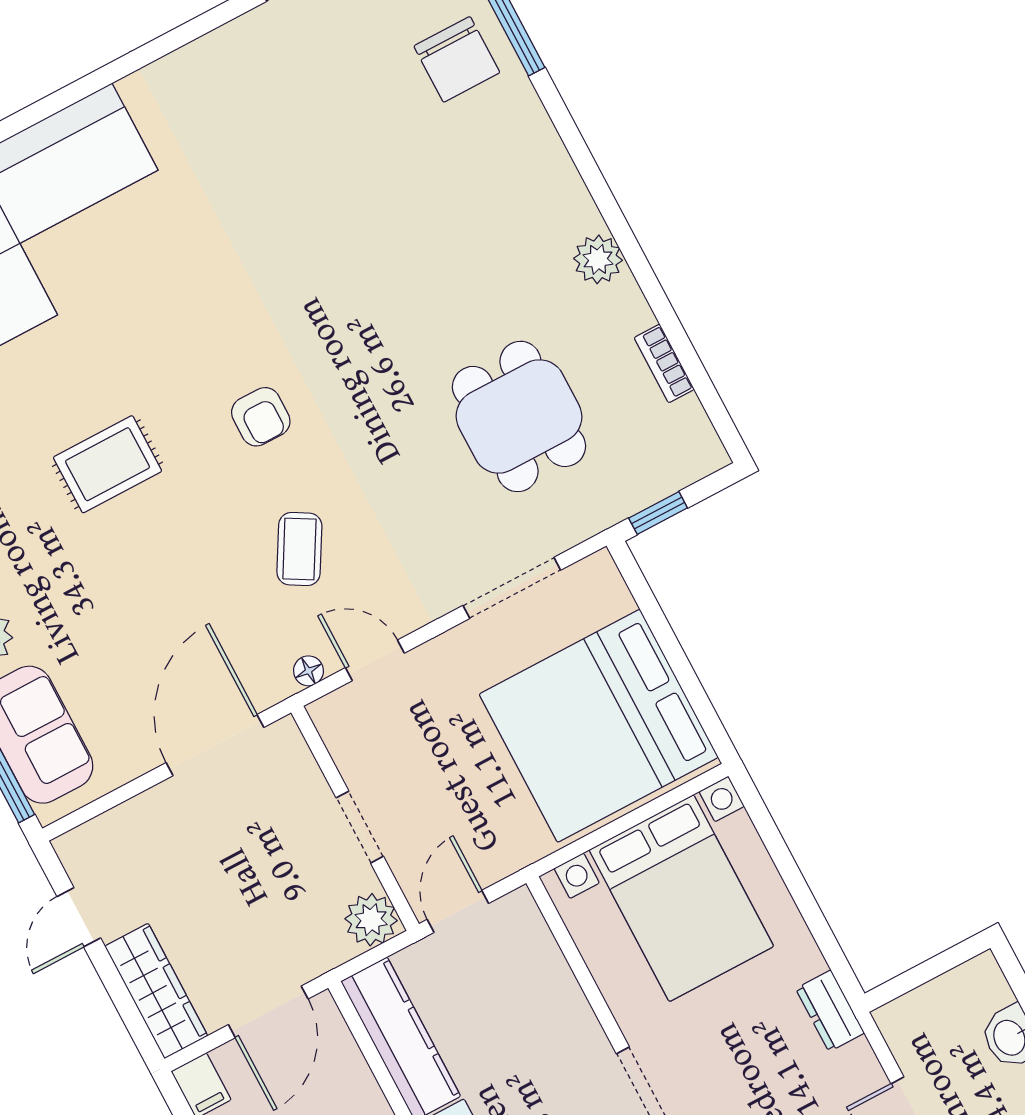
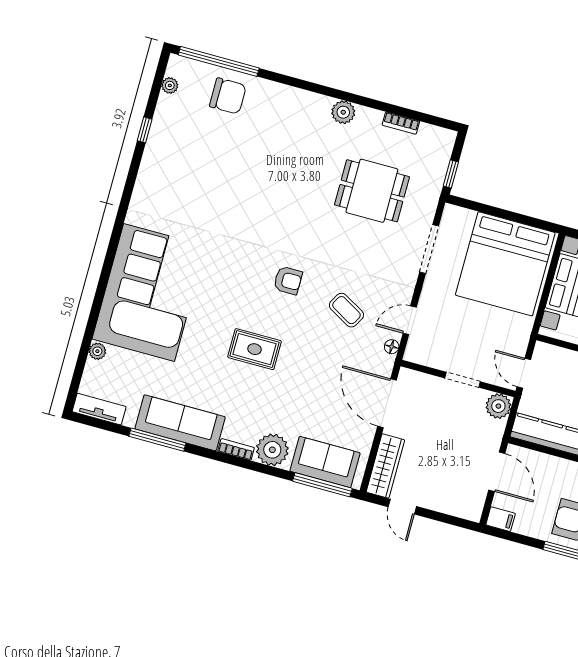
rug: (108, 464) -> (254, 349), turned 90
wardrobe: (156, 991) -> (385, 466), moved, turned 90

